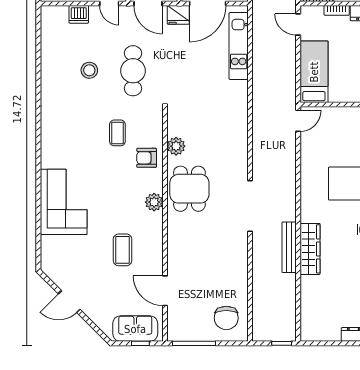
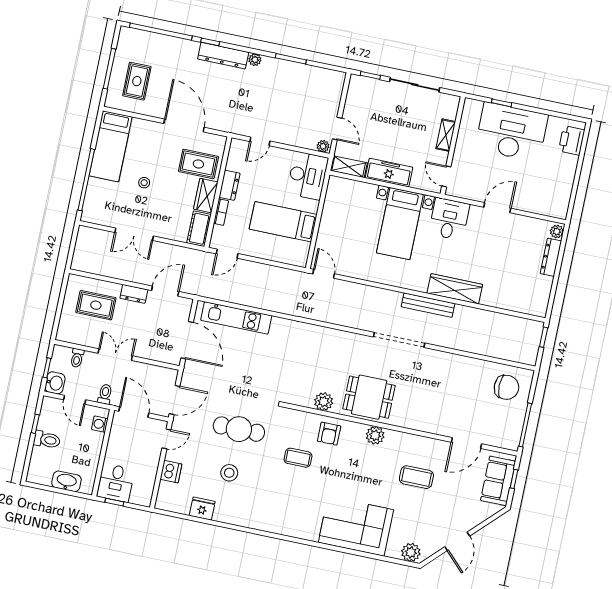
fridge: (178, 15) -> (202, 509), moved, turned -90
bed: (314, 72) -> (283, 222), moved
bench: (289, 247) -> (428, 305), moved
plant: (50, 260) -> (411, 552), added

